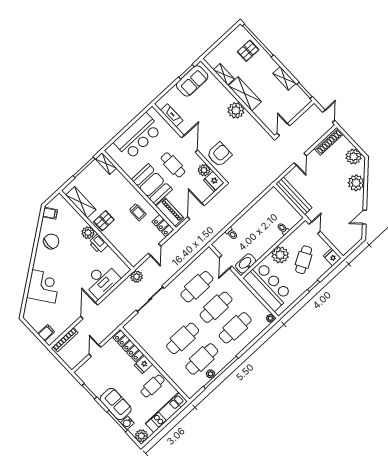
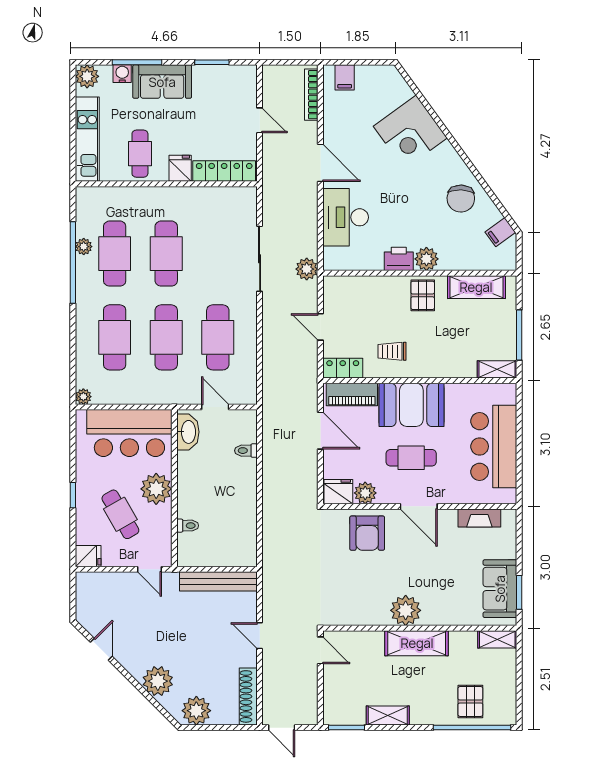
shelving: (224, 74) -> (497, 639), moved

